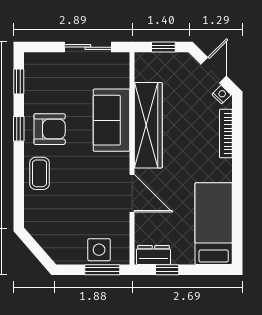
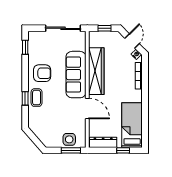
sliding door: (88, 47) -> (63, 28), width x1.37
sofa: (111, 120) -> (76, 75), width x1.36
window: (19, 129) -> (25, 98), moved
dresser: (153, 255) -> (103, 142), width x1.44
window: (167, 270) -> (123, 150), moved

